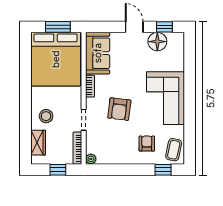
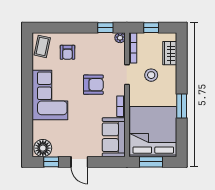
floor lamp: (157, 42) -> (43, 148), moved
window: (25, 86) -> (182, 106), added
armchair: (119, 109) -> (93, 85), turned 83
stool: (46, 116) -> (151, 75), moved
window: (163, 170) -> (105, 28), moved

